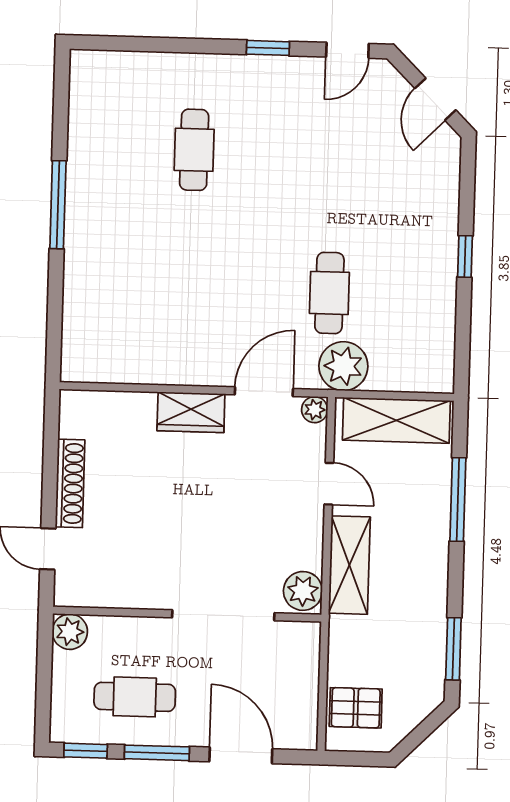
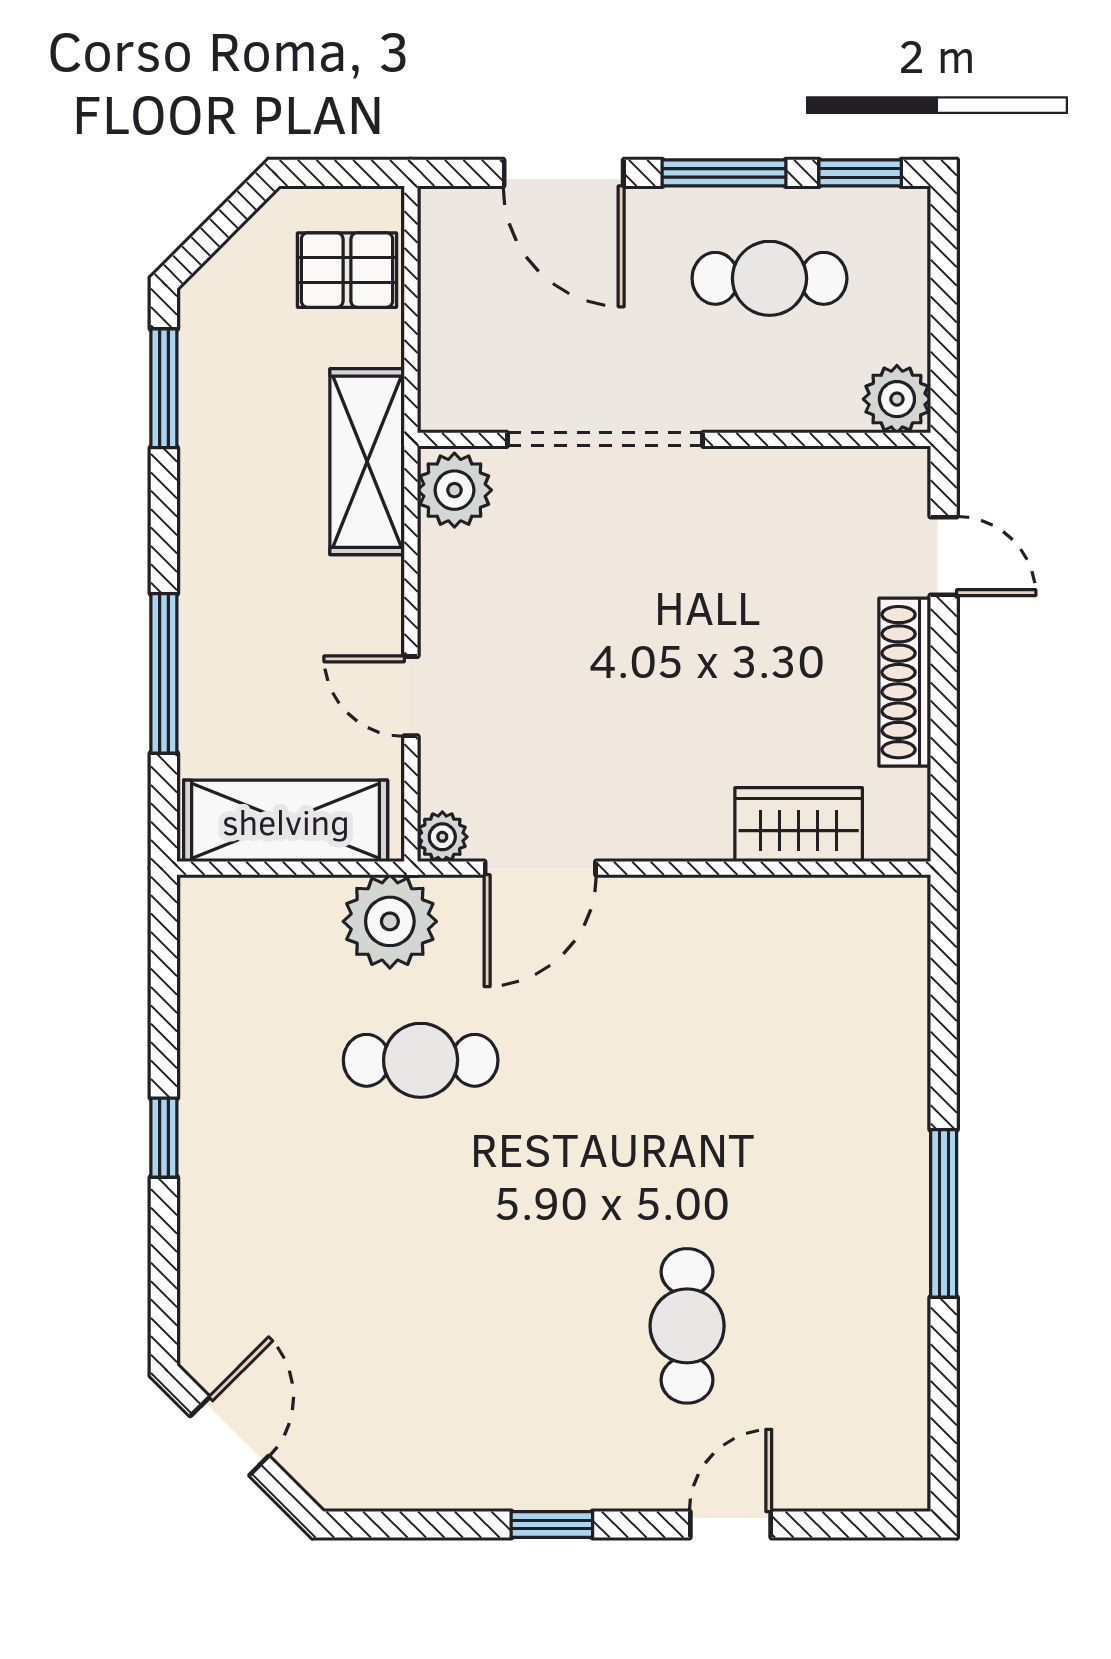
door: (347, 50) -> (731, 1524), moved
cafe table: (329, 293) -> (421, 1060), turned 90
wardrobe: (191, 412) -> (799, 825), moved
shelving: (349, 565) -> (367, 462), moved

